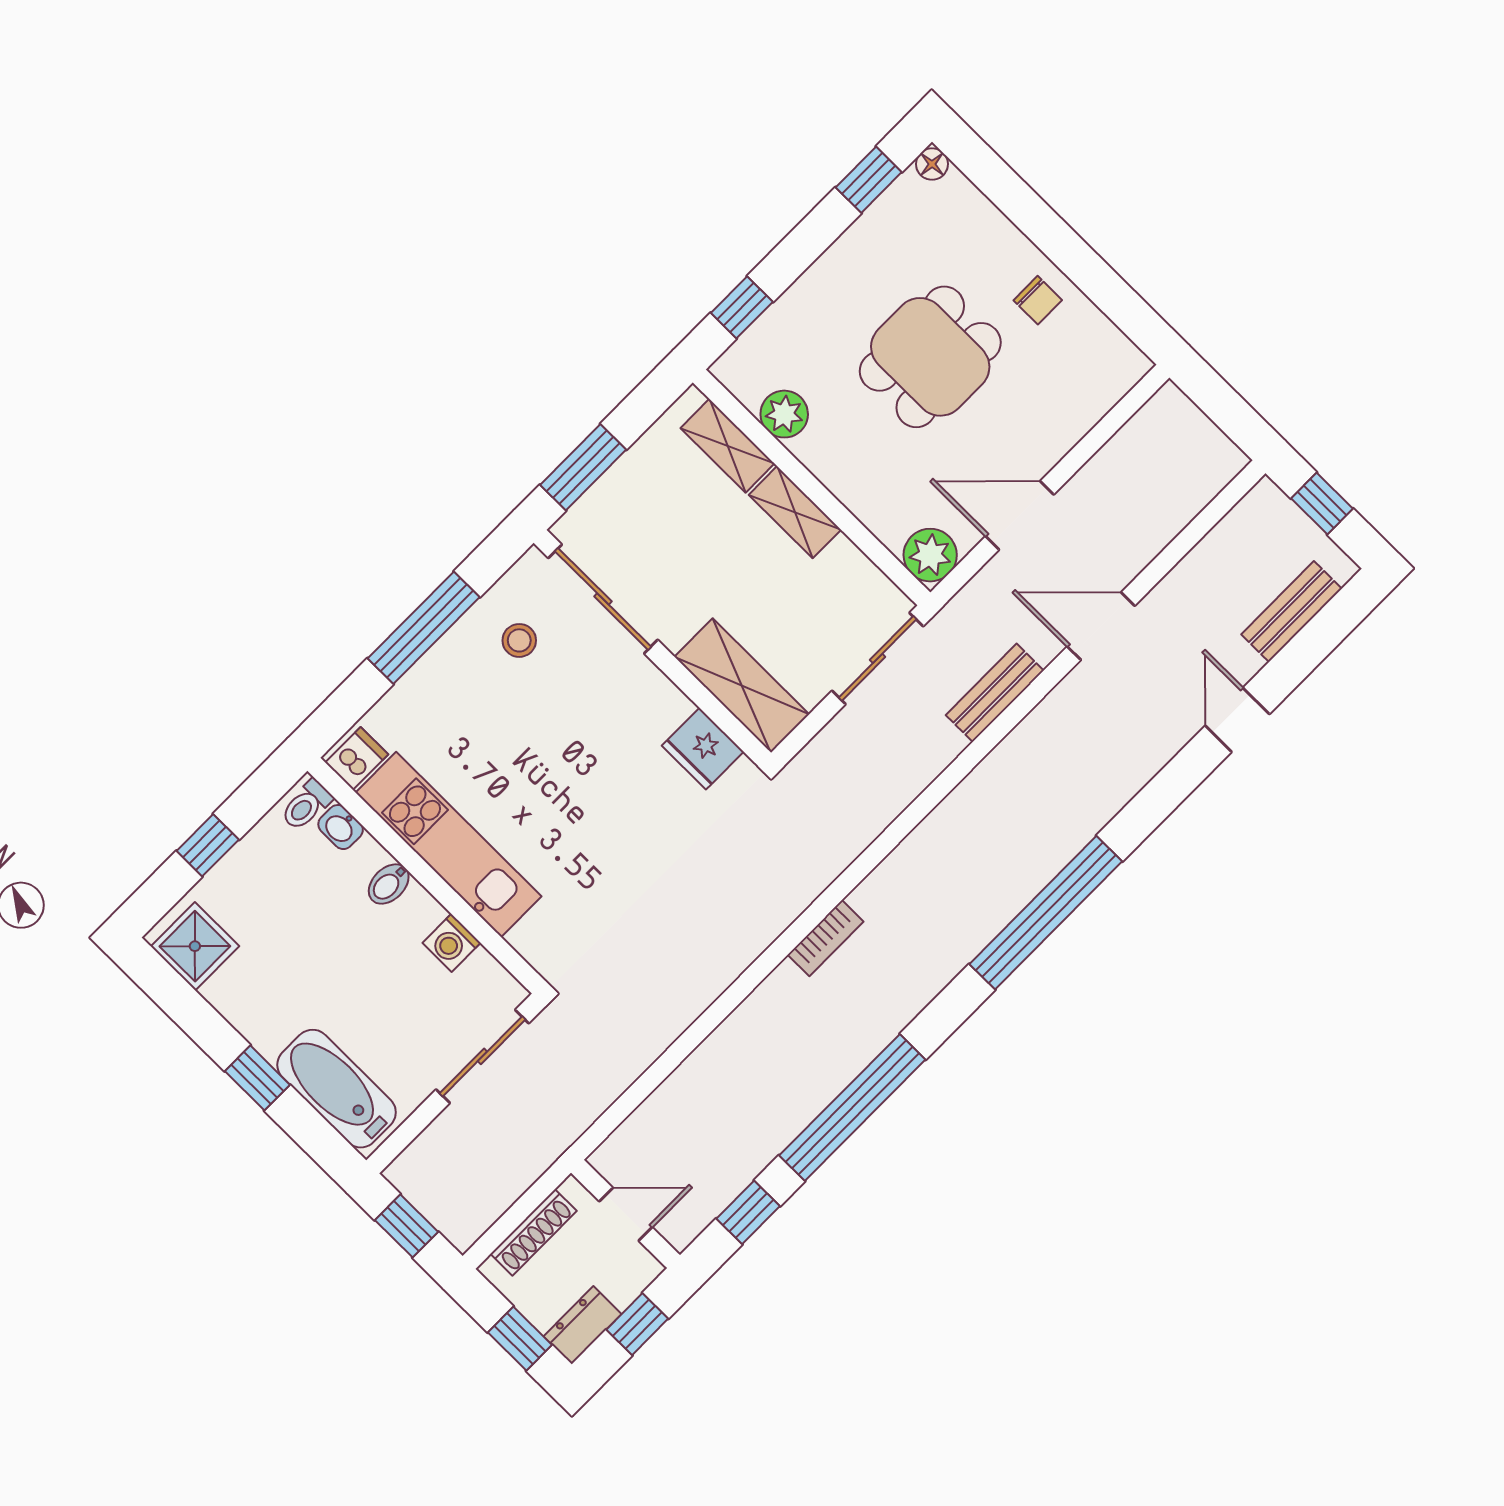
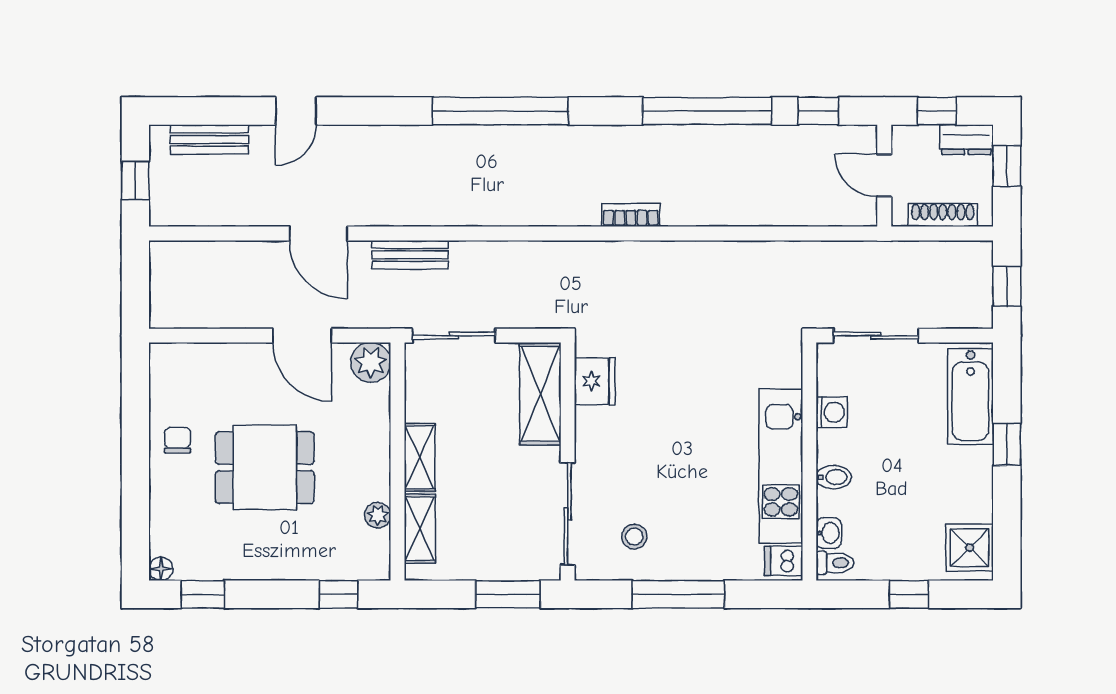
plant: (784, 414) -> (378, 515), width x0.73, depth x0.73

